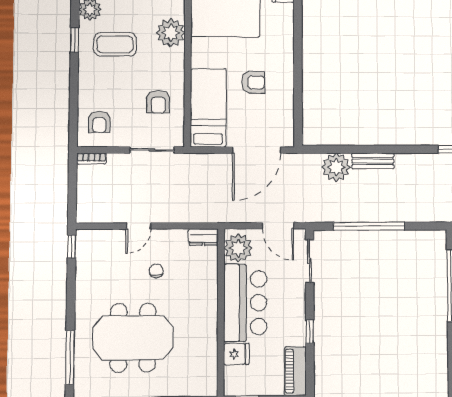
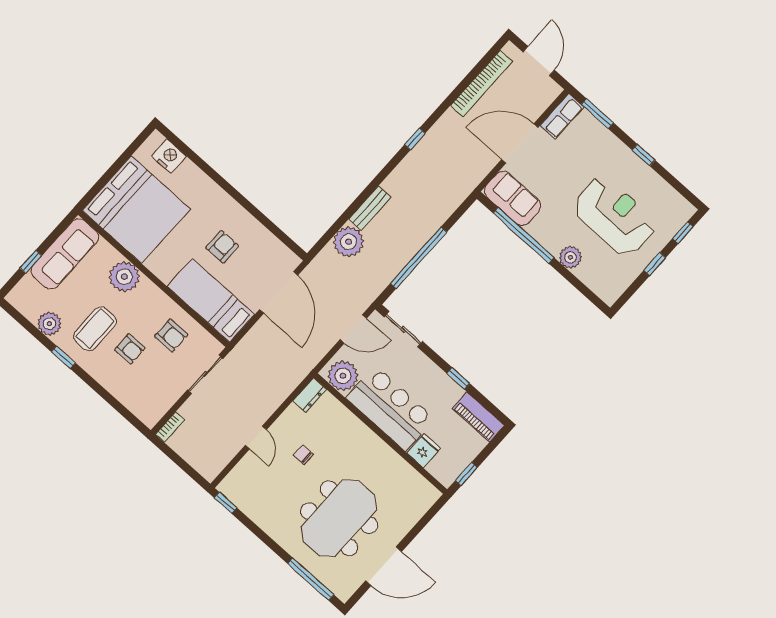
armchair: (99, 122) -> (130, 349), moved

